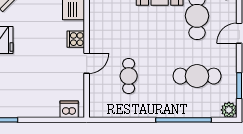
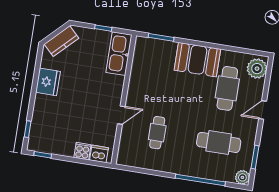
cooker: (76, 39) -> (82, 151), moved, turned 90

